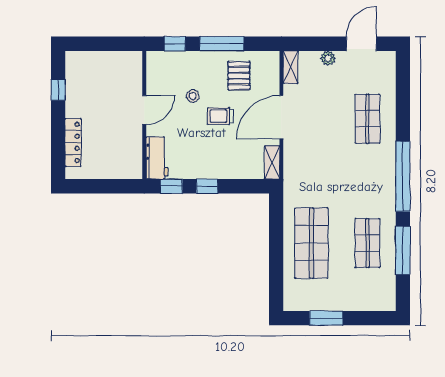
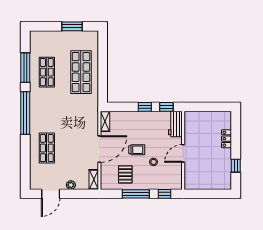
locker: (73, 142) -> (227, 139), width x0.66

